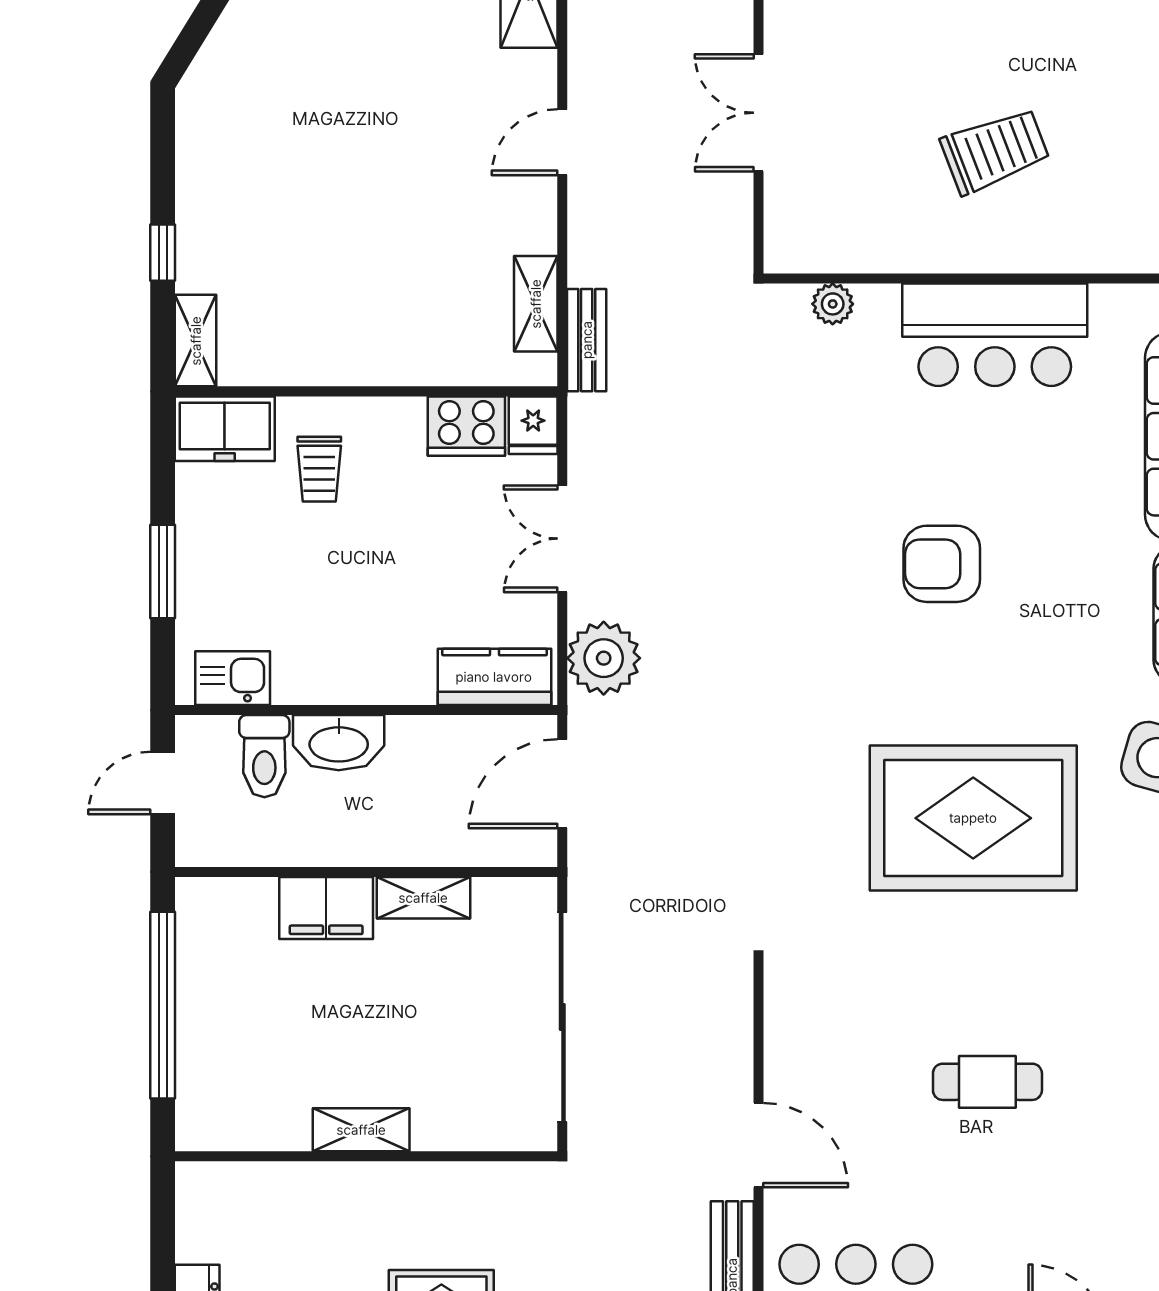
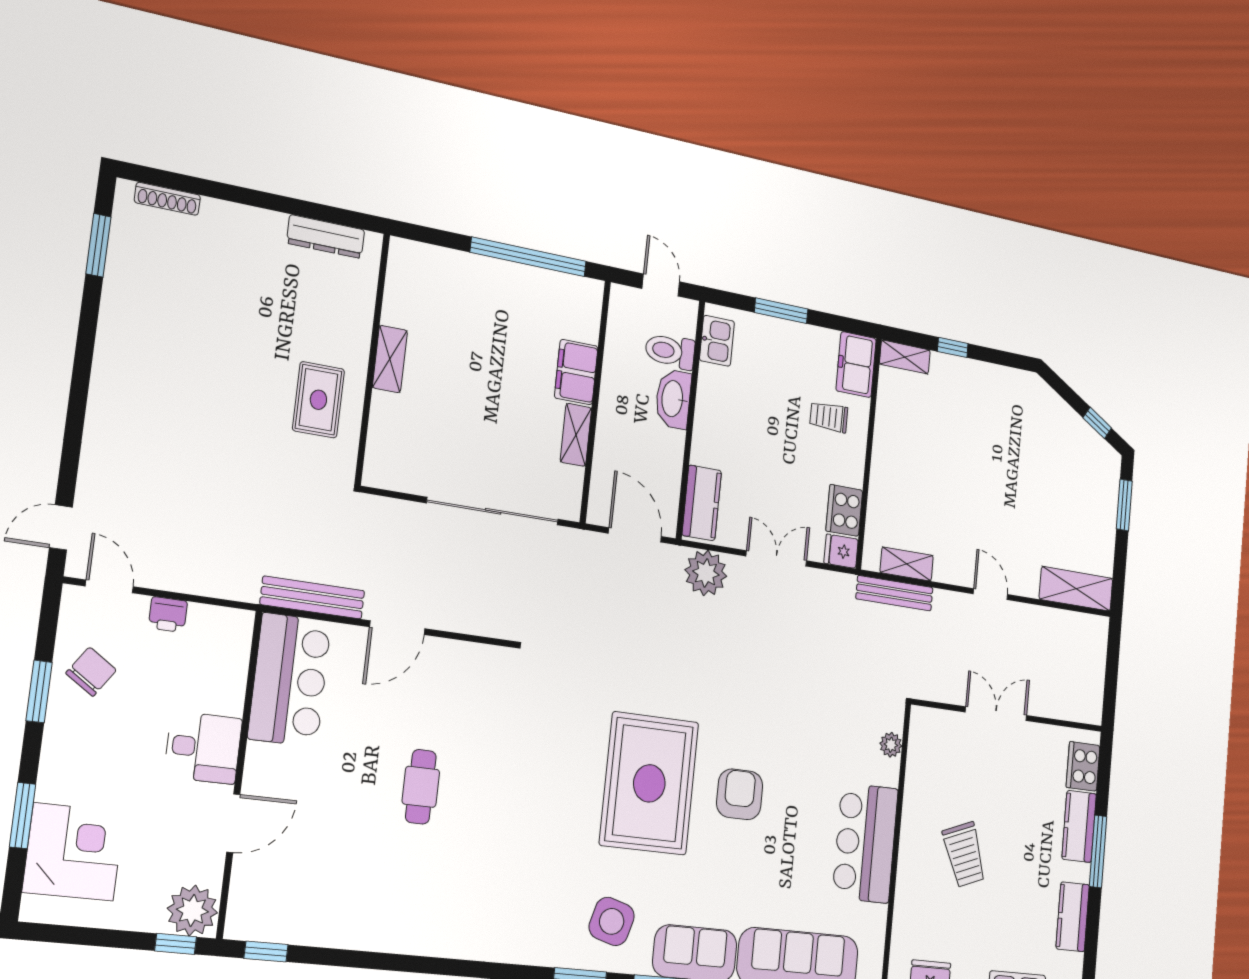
bench: (587, 340) -> (894, 593), width x1.36
rug: (973, 818) -> (649, 783), moved
shelving: (361, 1130) -> (390, 359), moved
wall: (366, 1156) -> (372, 359), moved

